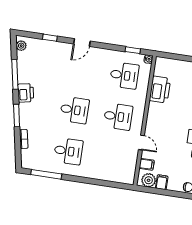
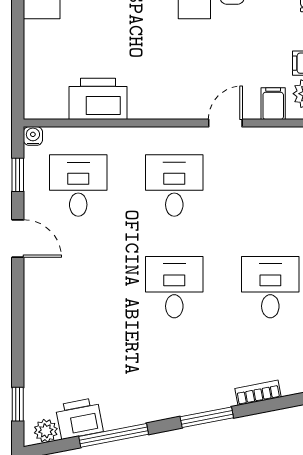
window: (50, 38) -> (18, 404), moved
door: (82, 43) -> (18, 239), moved
printer: (26, 93) -> (79, 418), moved

